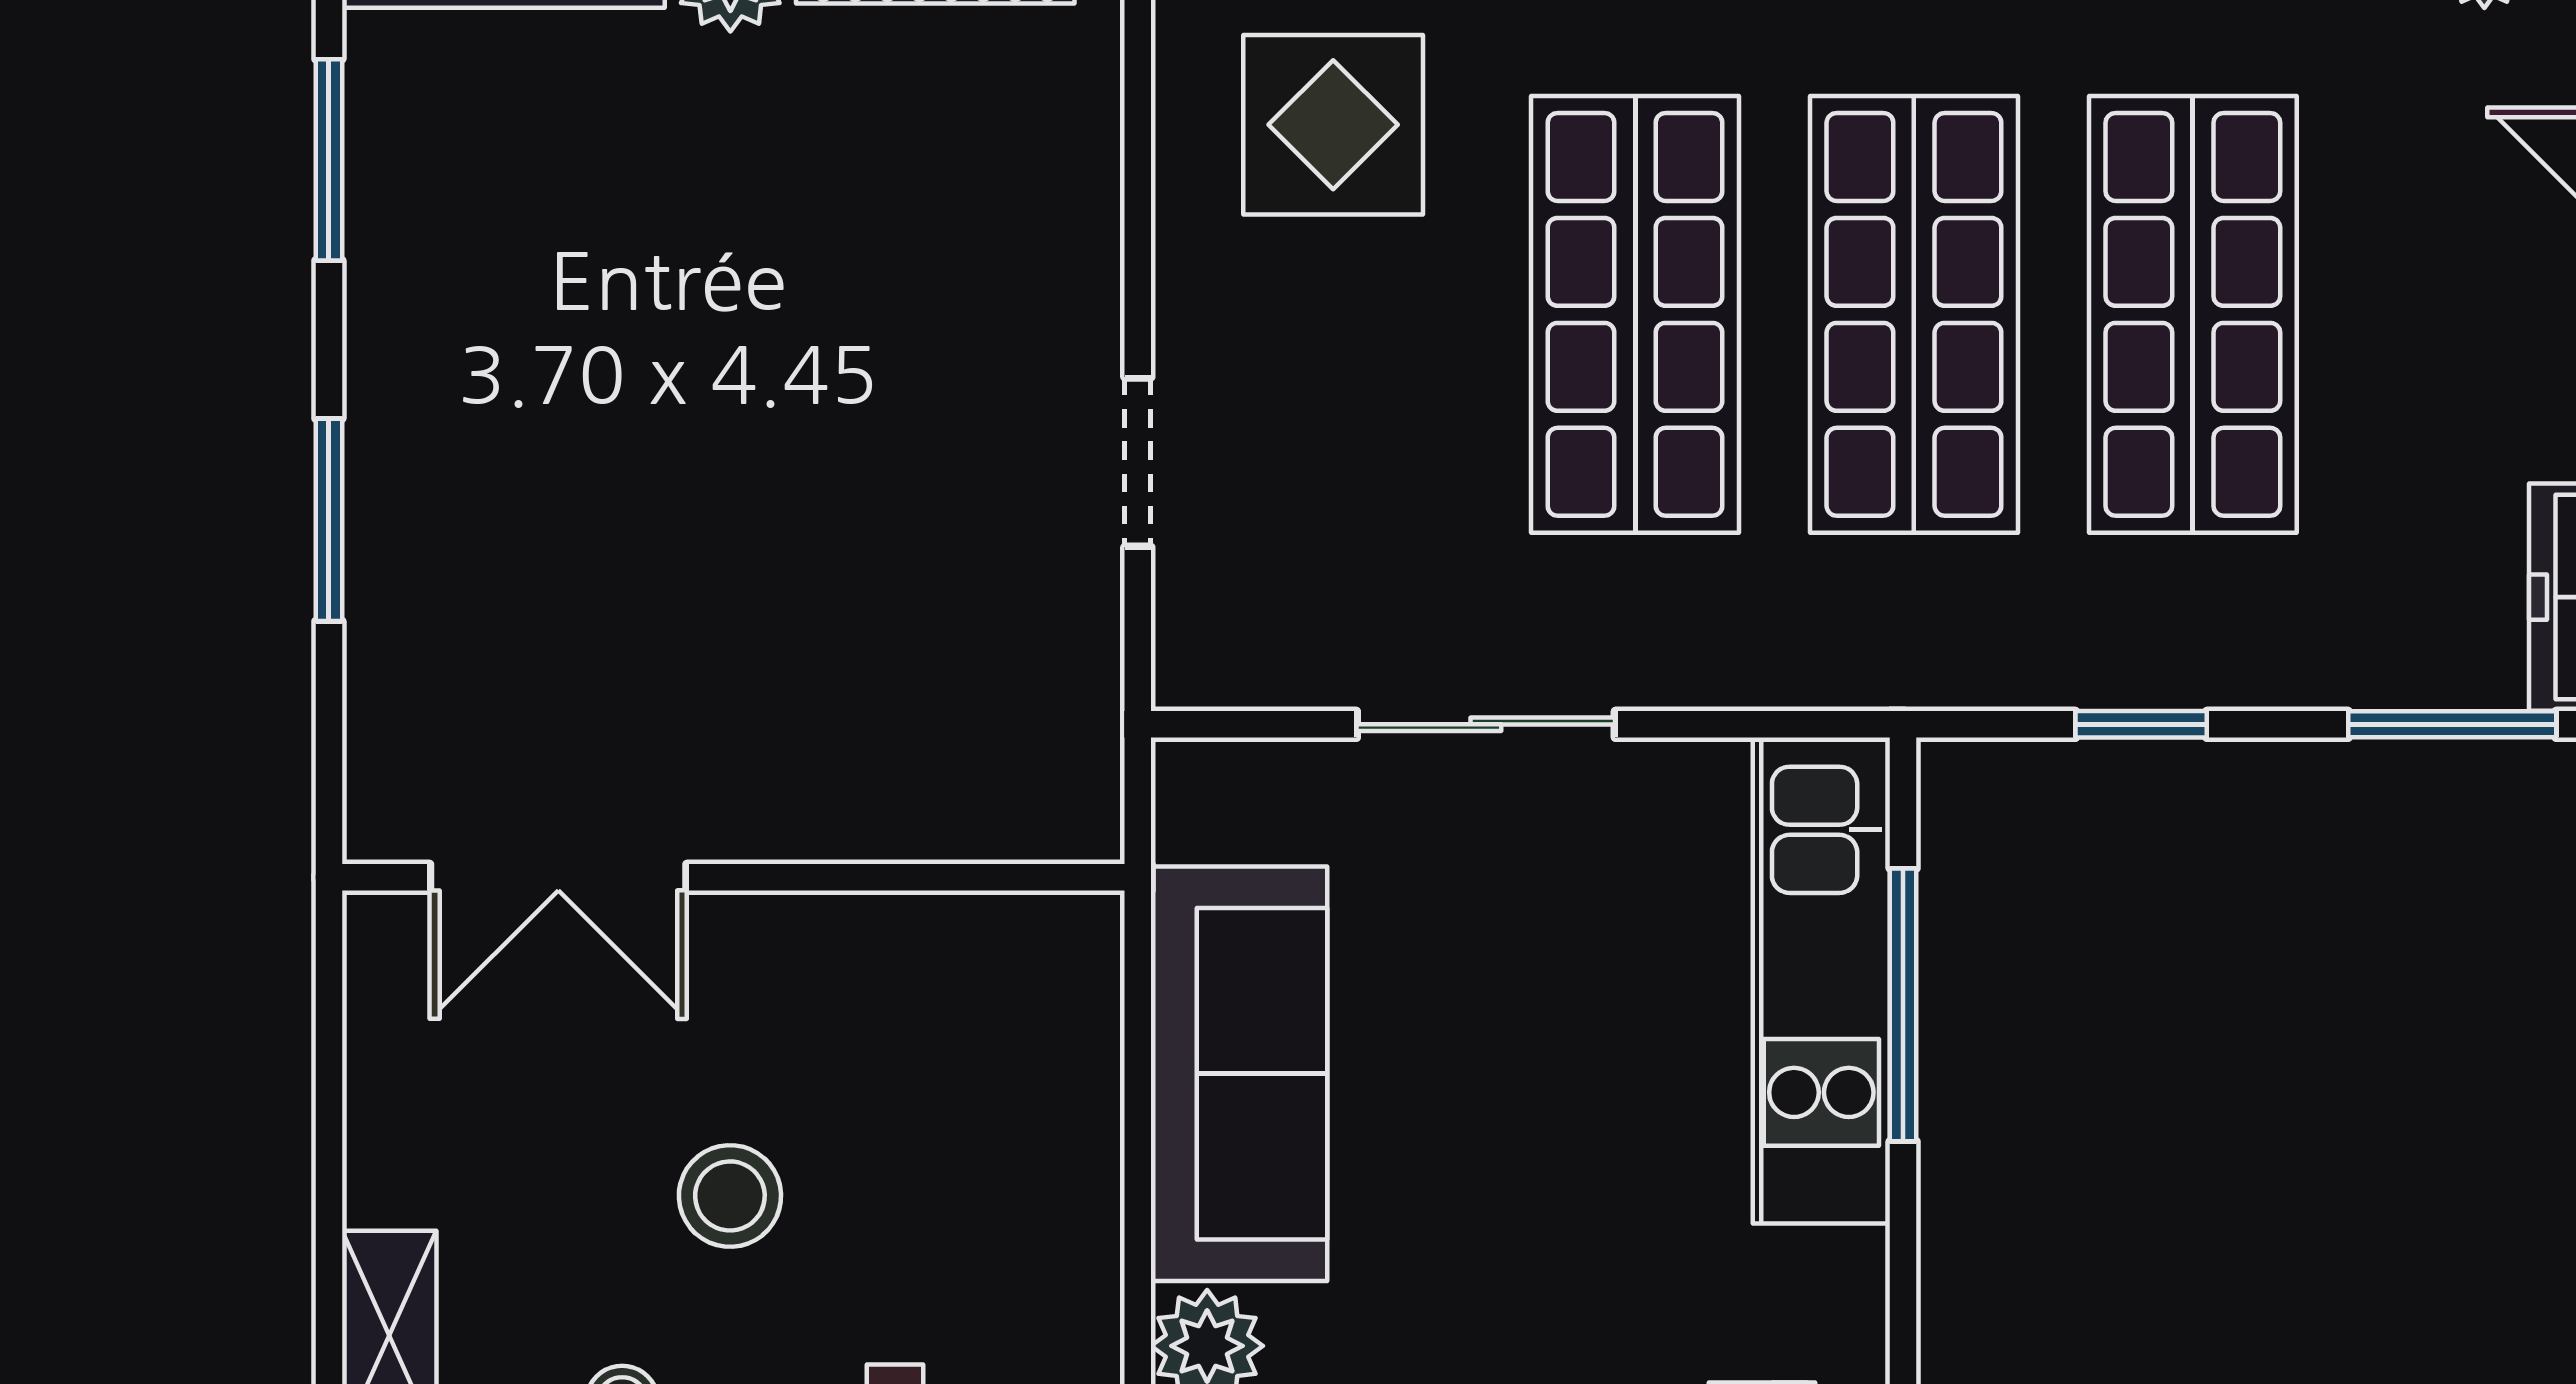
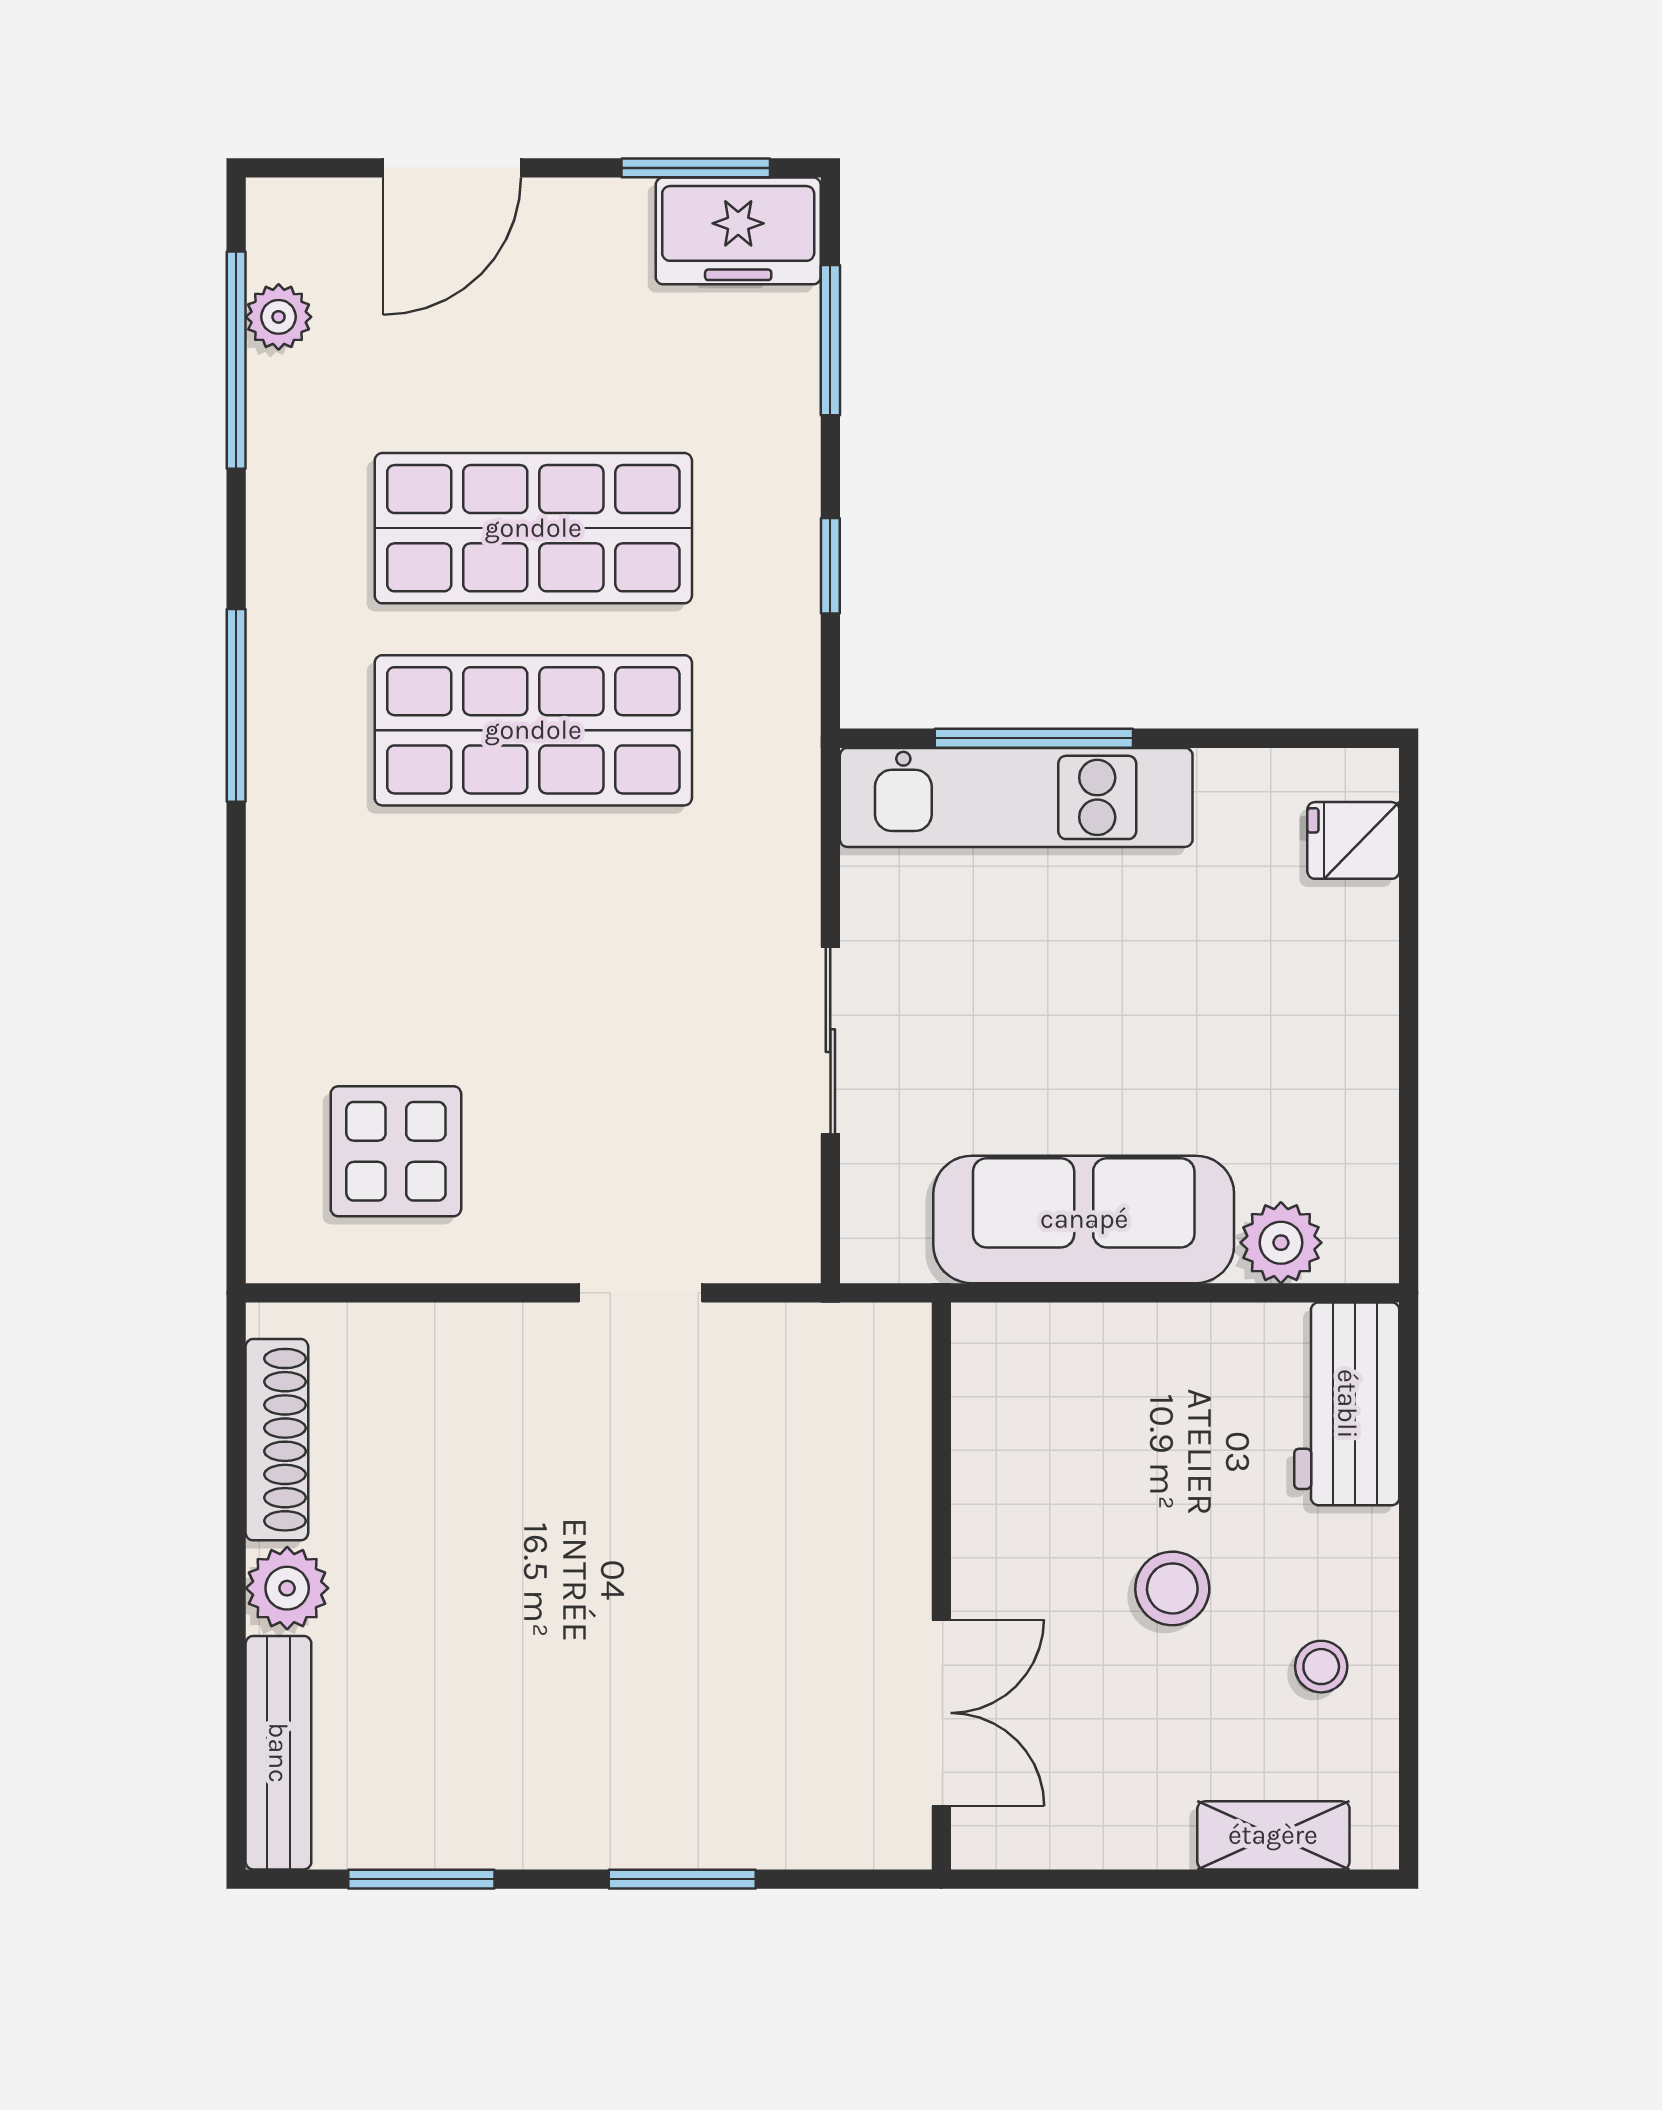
shop shelf: (1635, 314) -> (533, 932), removed

